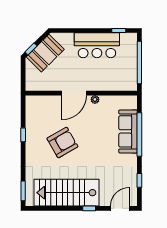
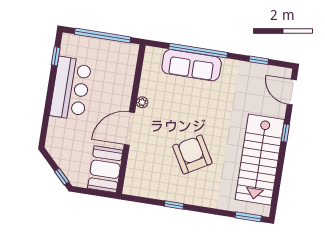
booth: (45, 53) -> (105, 169), moved, turned 45
door: (74, 93) -> (129, 129), swing flipped

